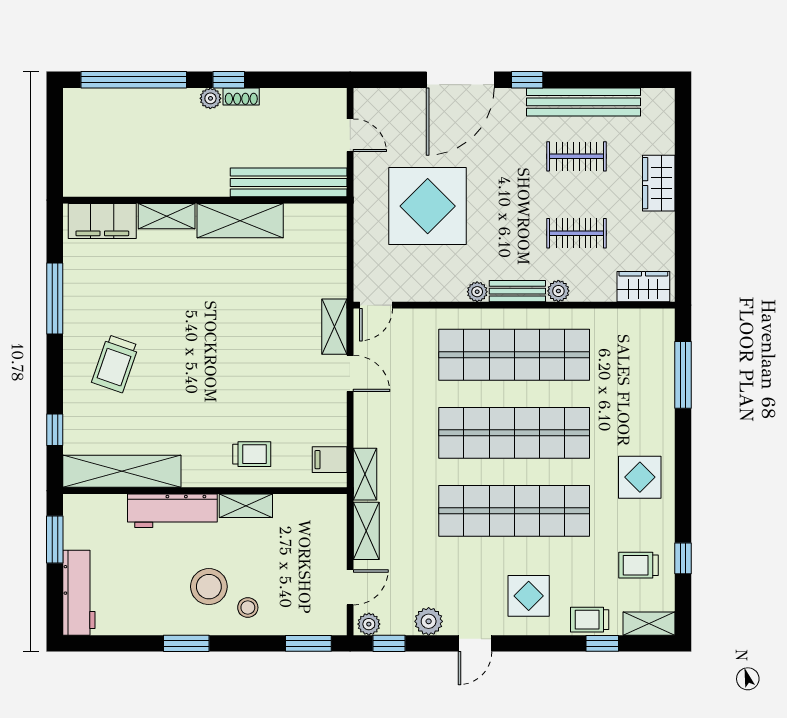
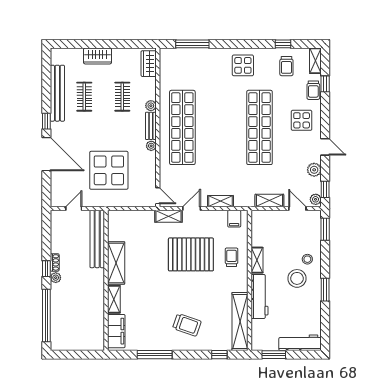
pallet: (257, 372) -> (191, 254), added
shop shelf: (514, 433) -> (221, 127), removed
shelving: (365, 474) -> (220, 201), moved

